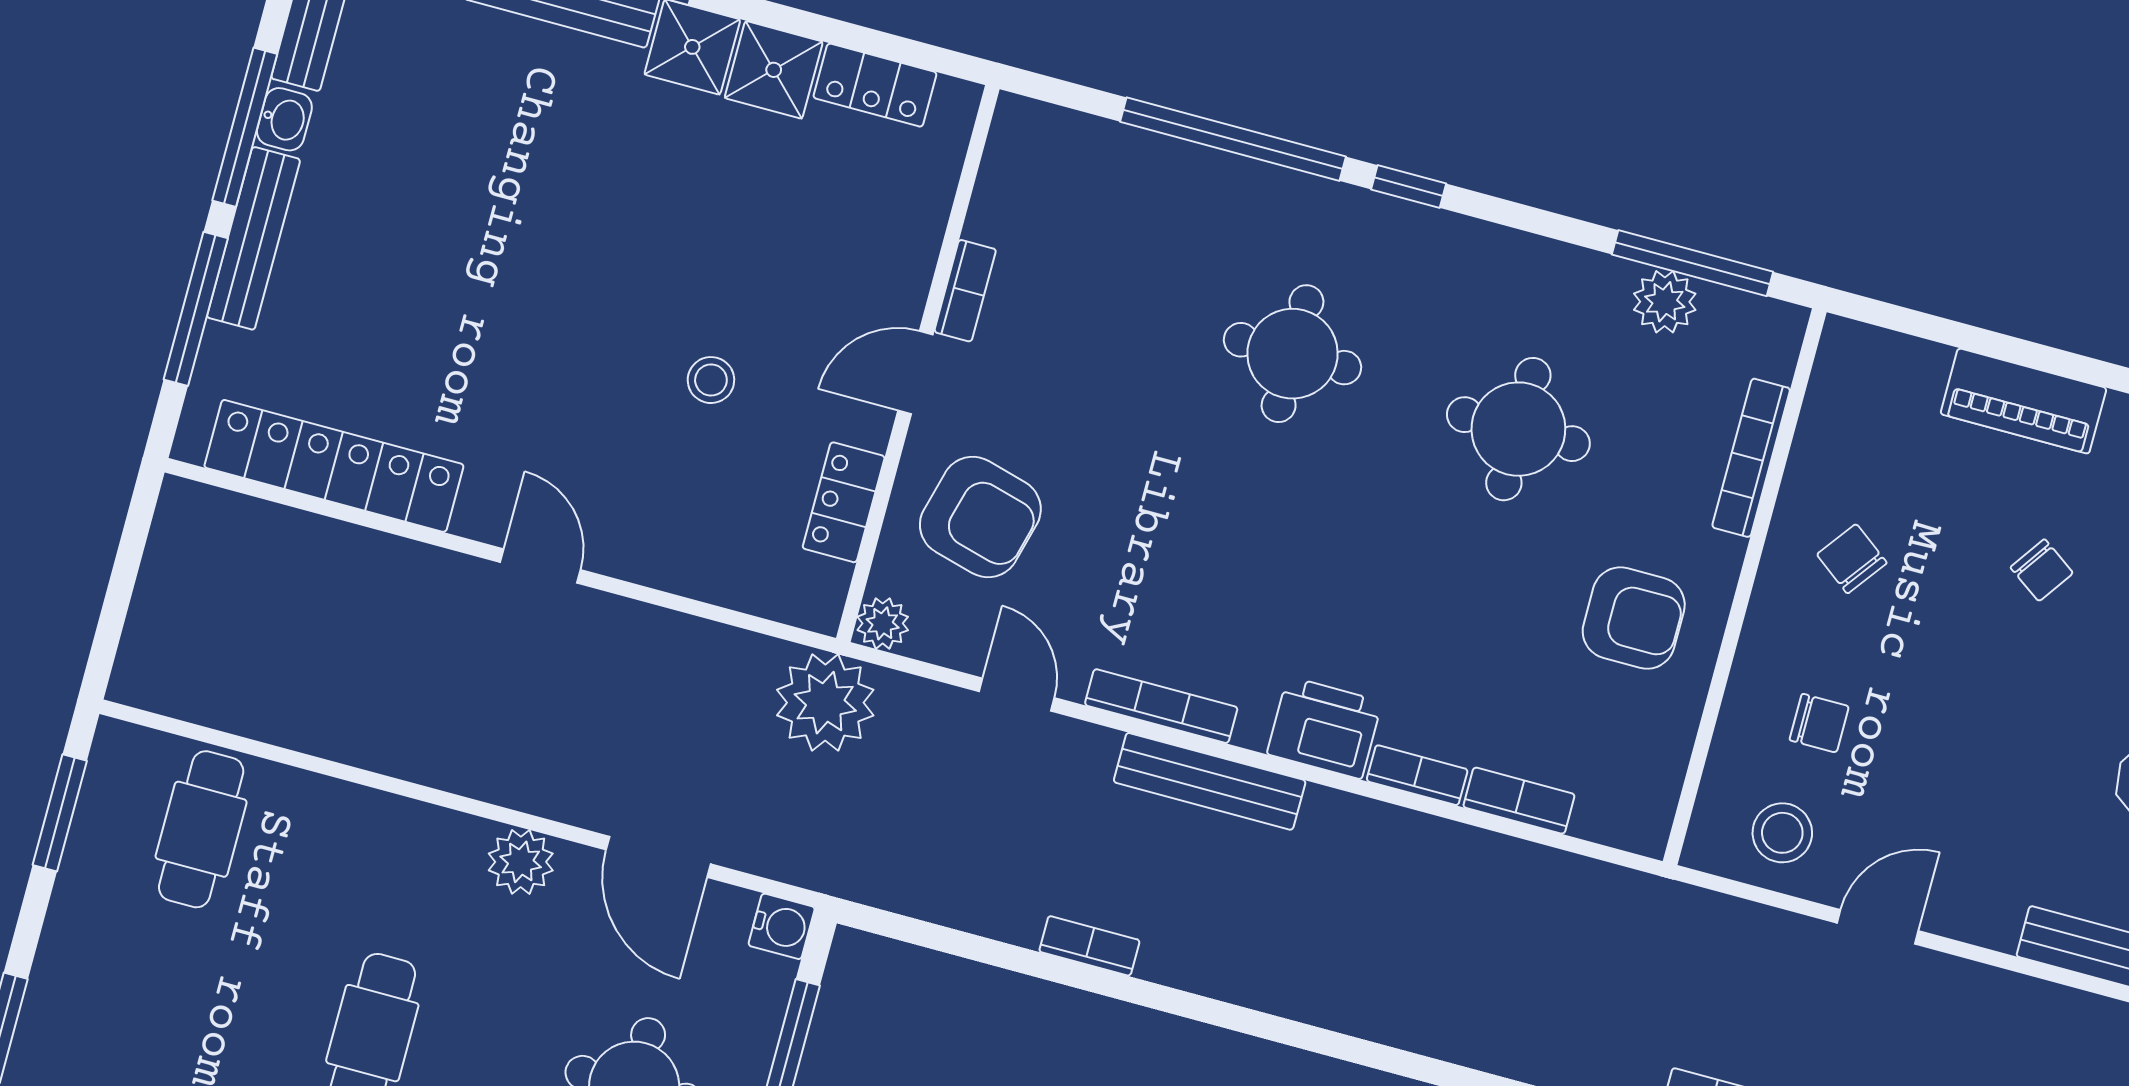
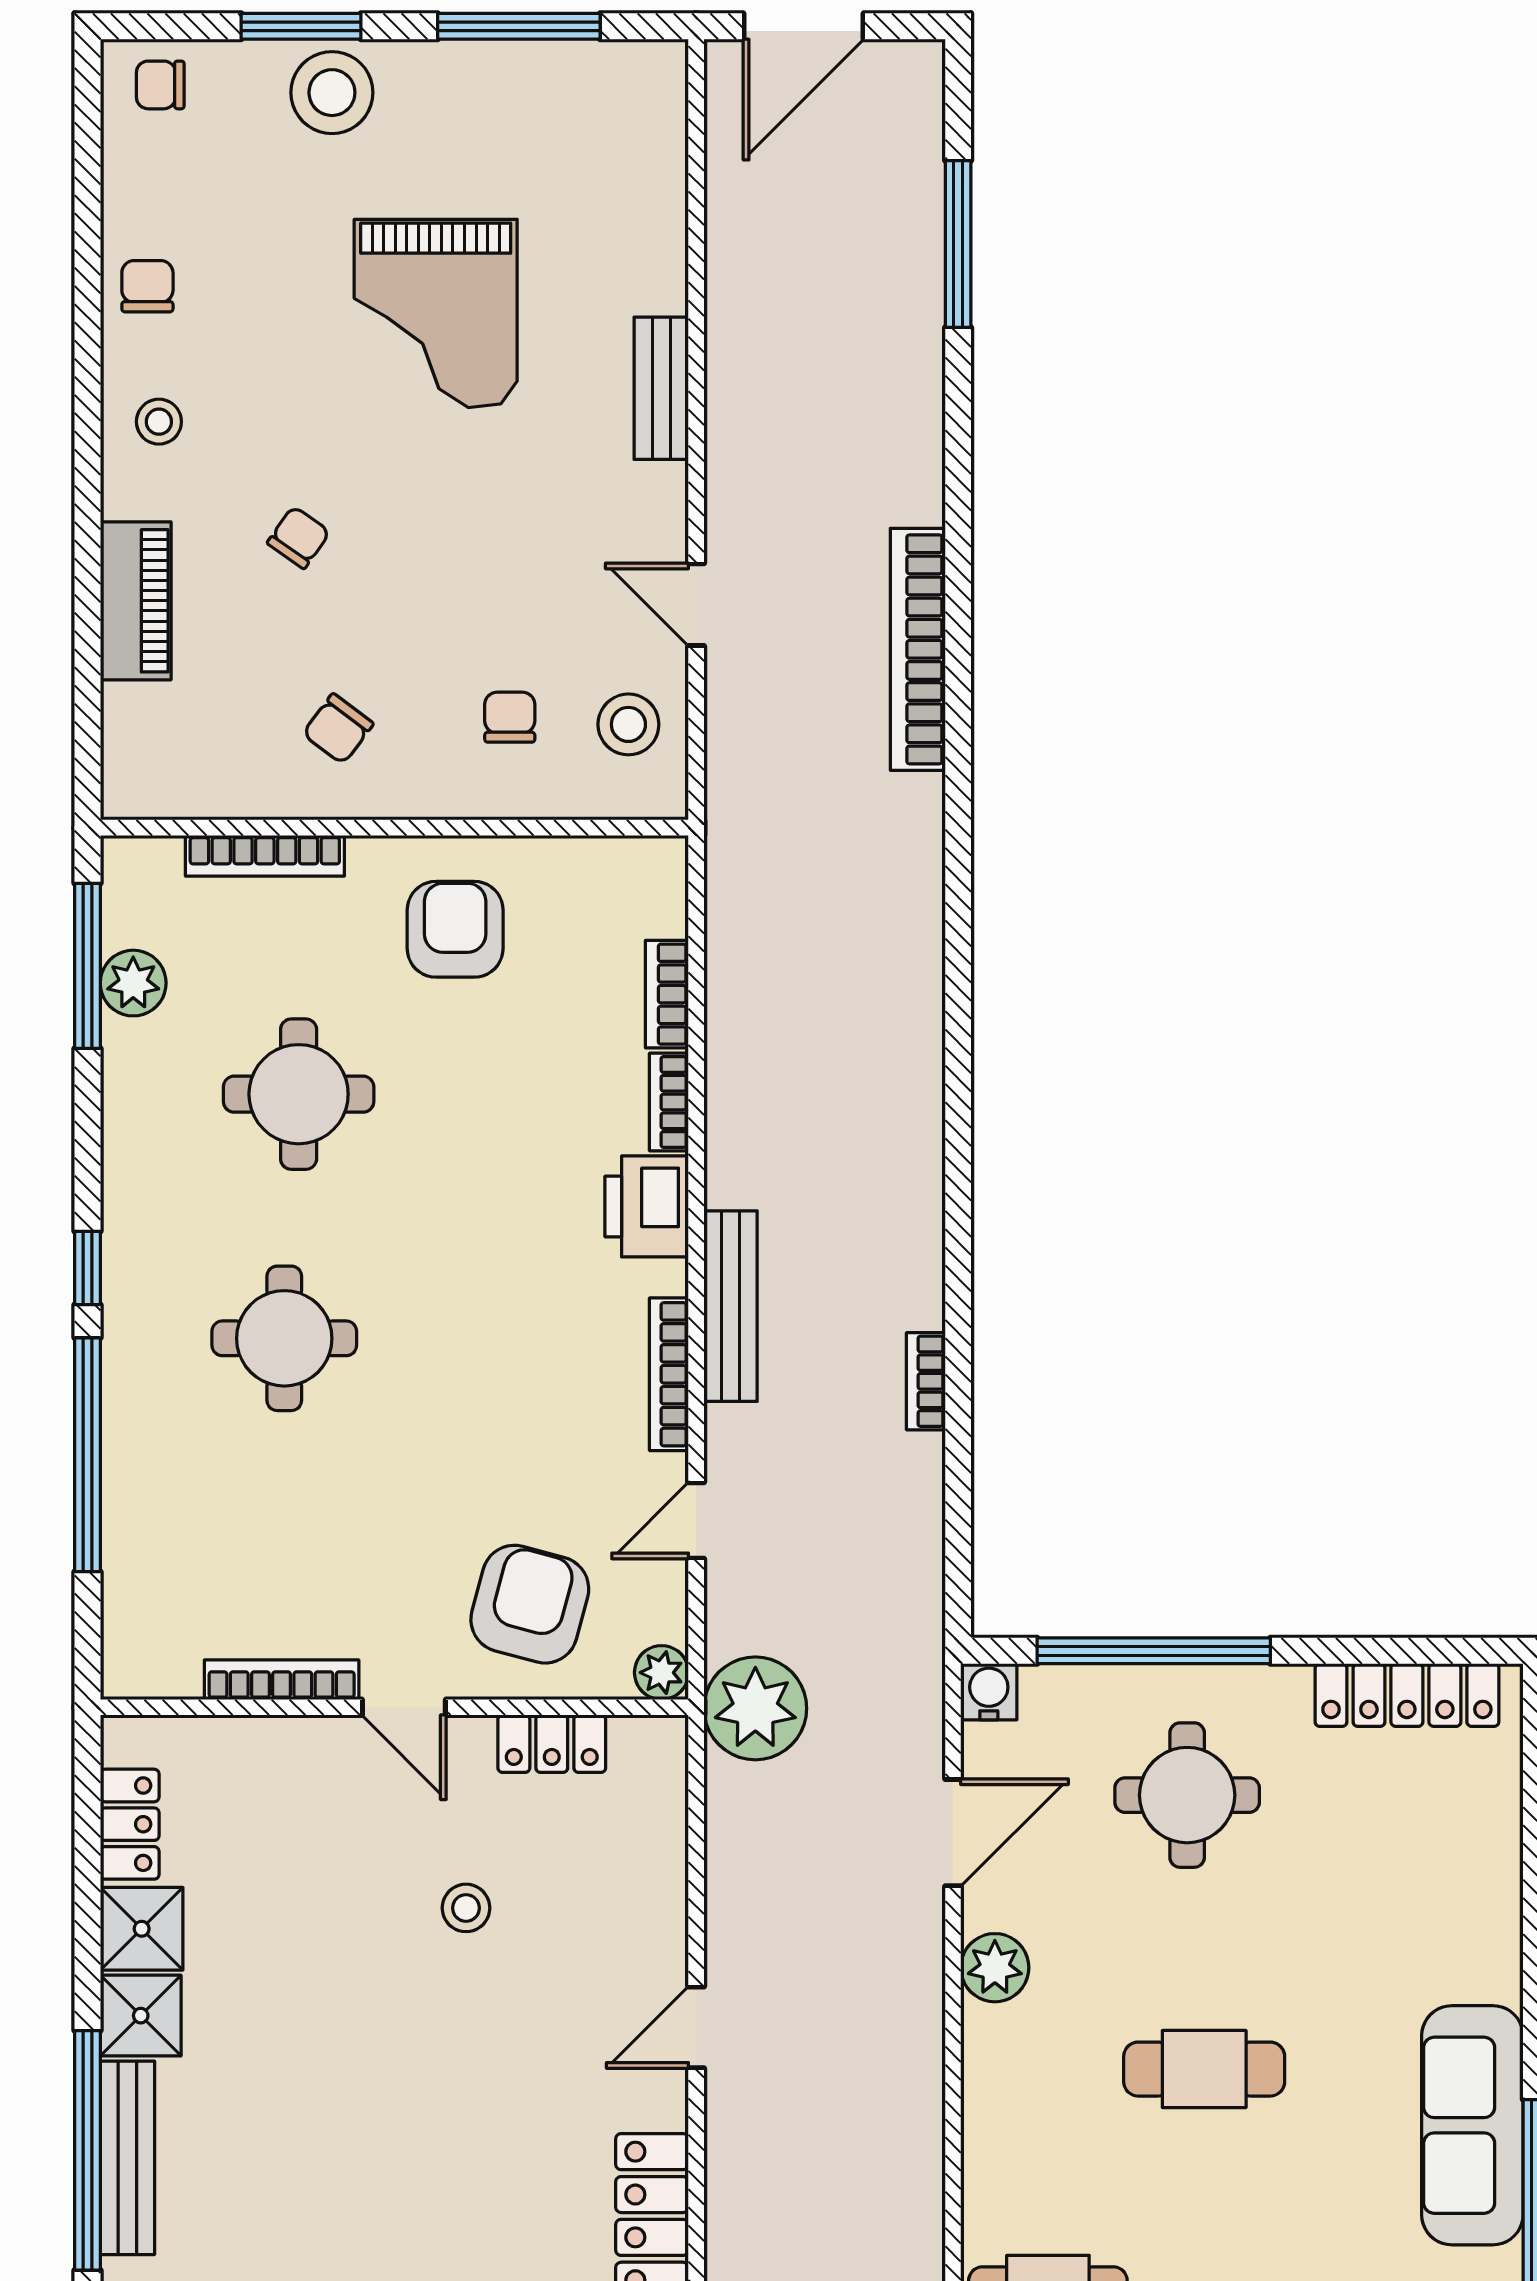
bookcase: (965, 291) -> (282, 1680), width x1.56

